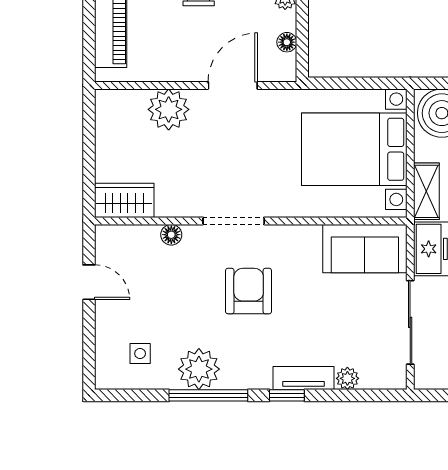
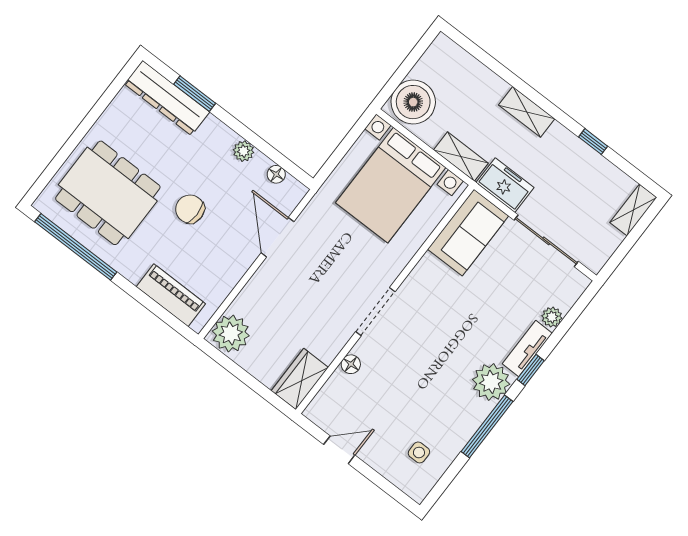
plant: (169, 109) -> (231, 333), moved
armchair: (249, 291) -> (434, 340), removed
plant: (199, 369) -> (491, 382), moved

